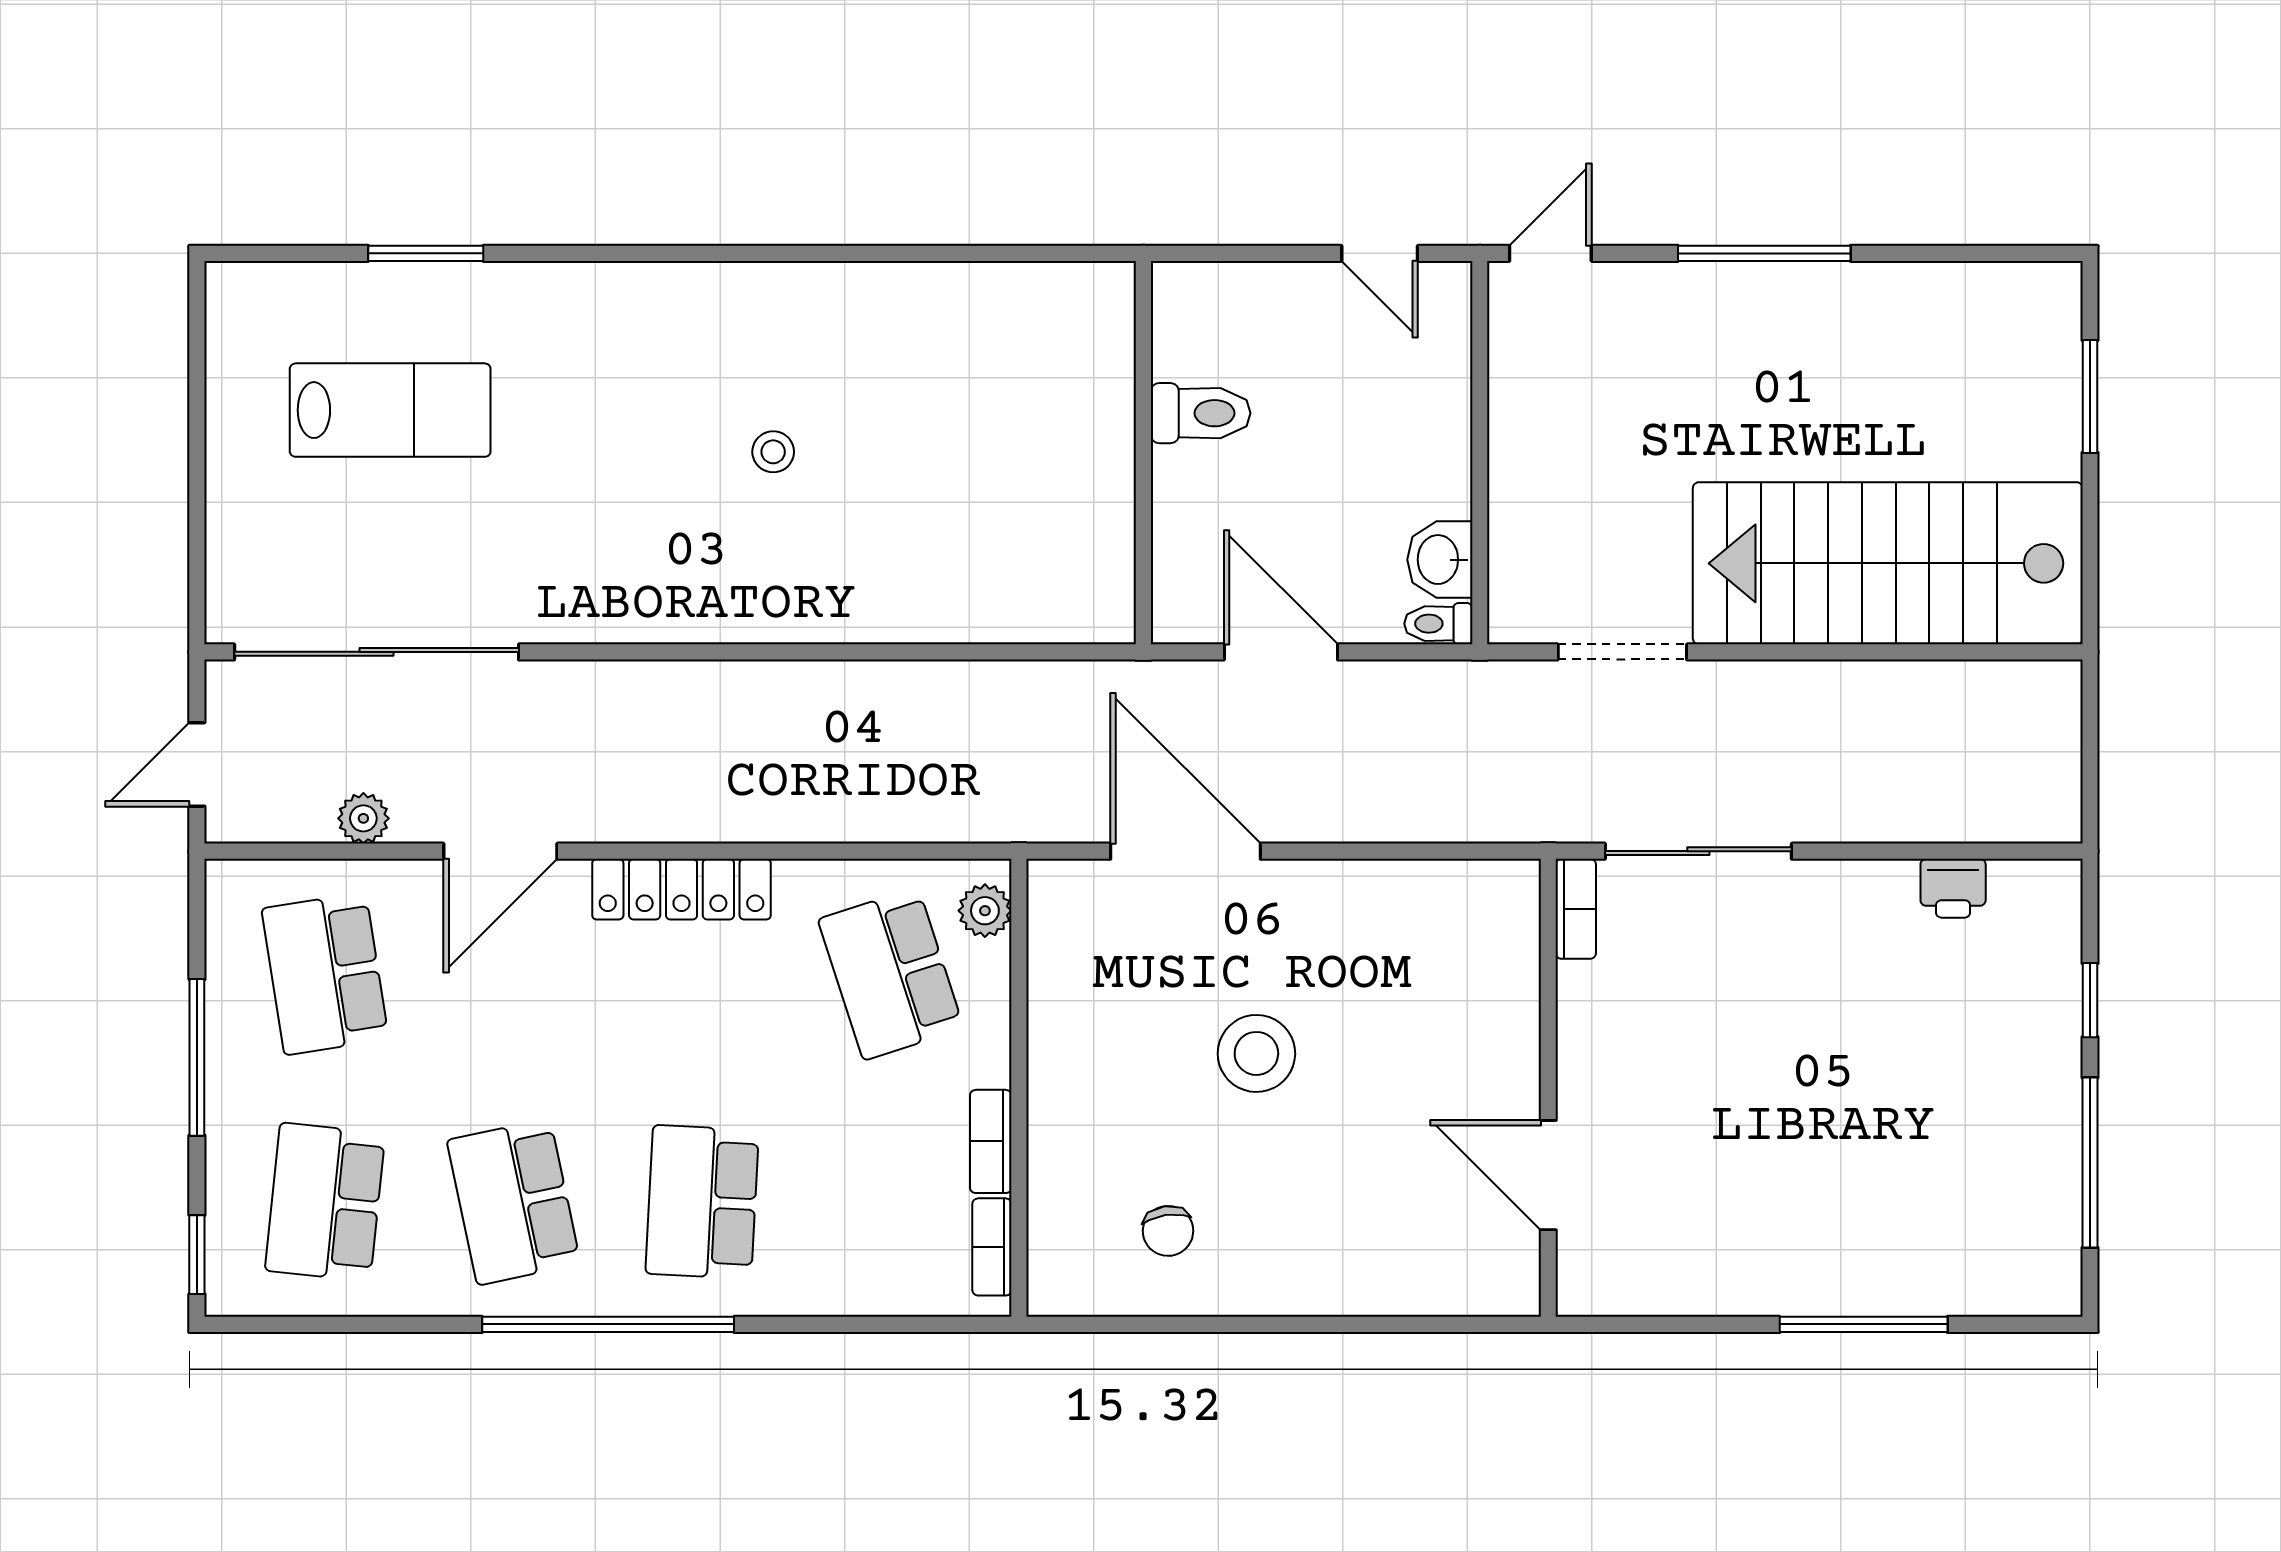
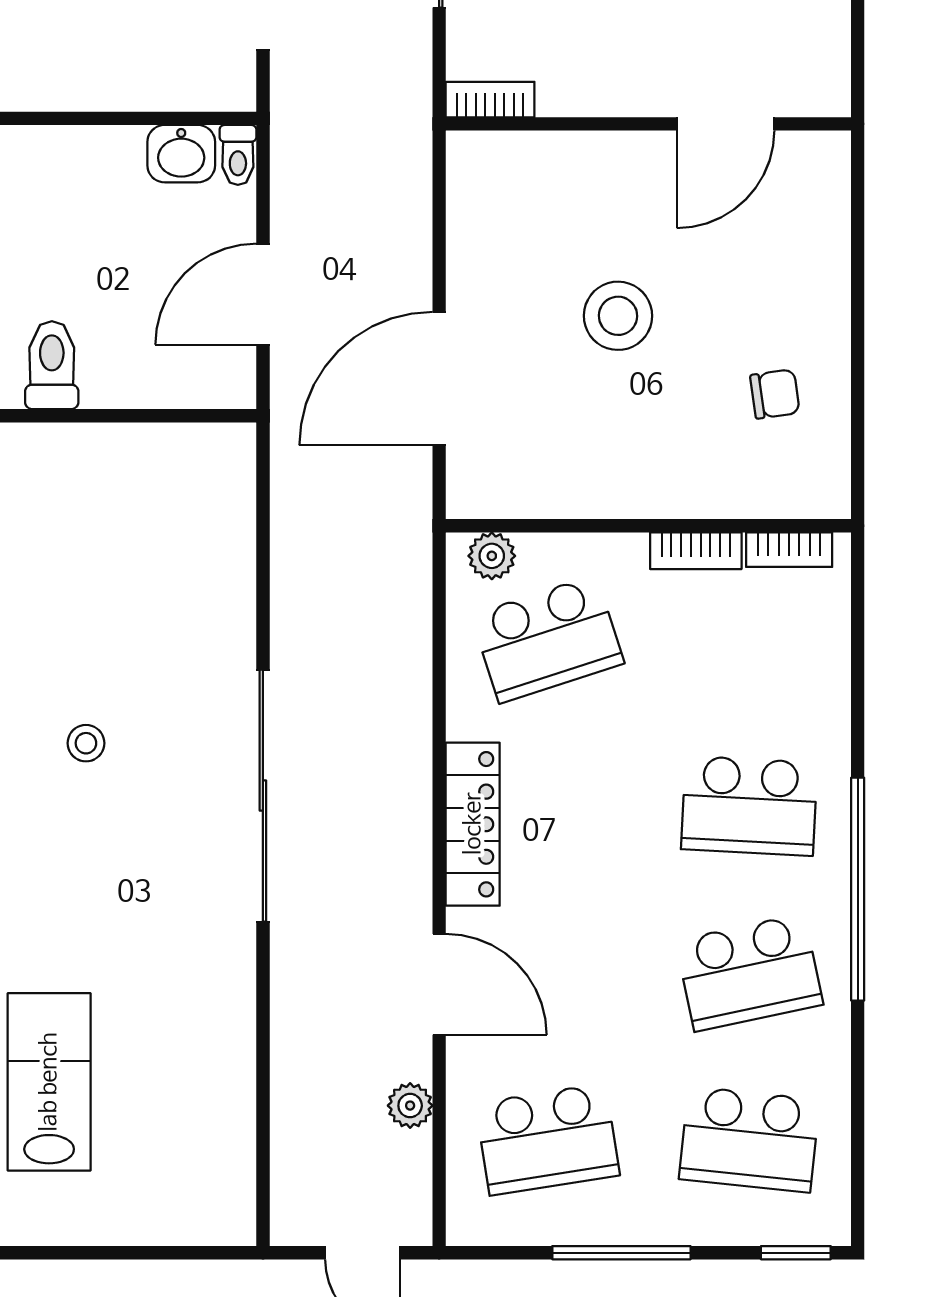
sliding door: (377, 652) -> (263, 796), moved
bookcase: (1576, 909) -> (490, 100), moved
wall: (1548, 1088) -> (648, 124), moved
door: (1548, 1175) -> (726, 124), moved

